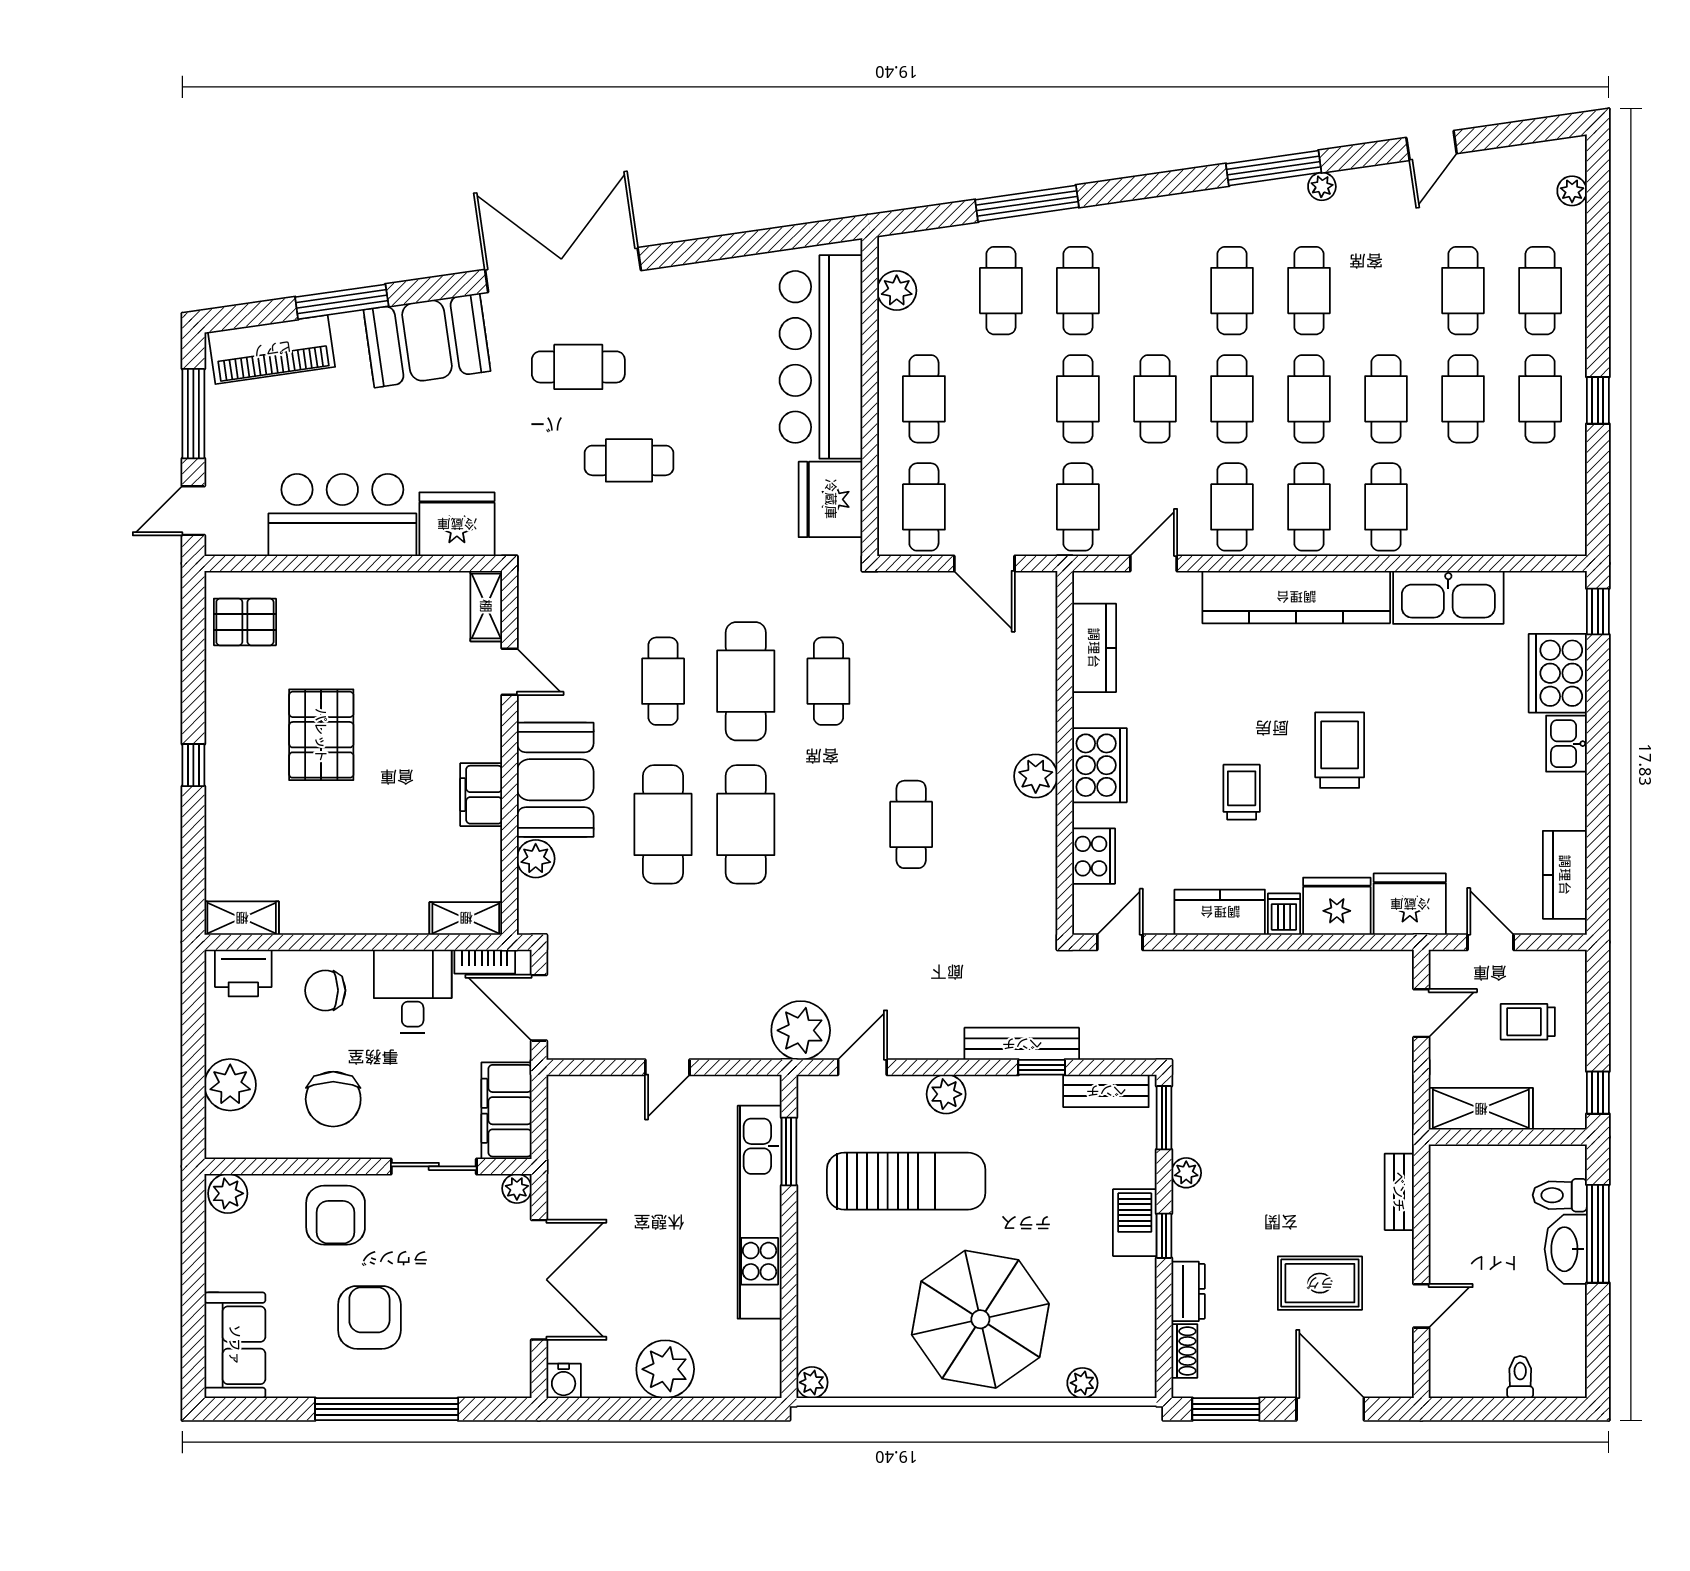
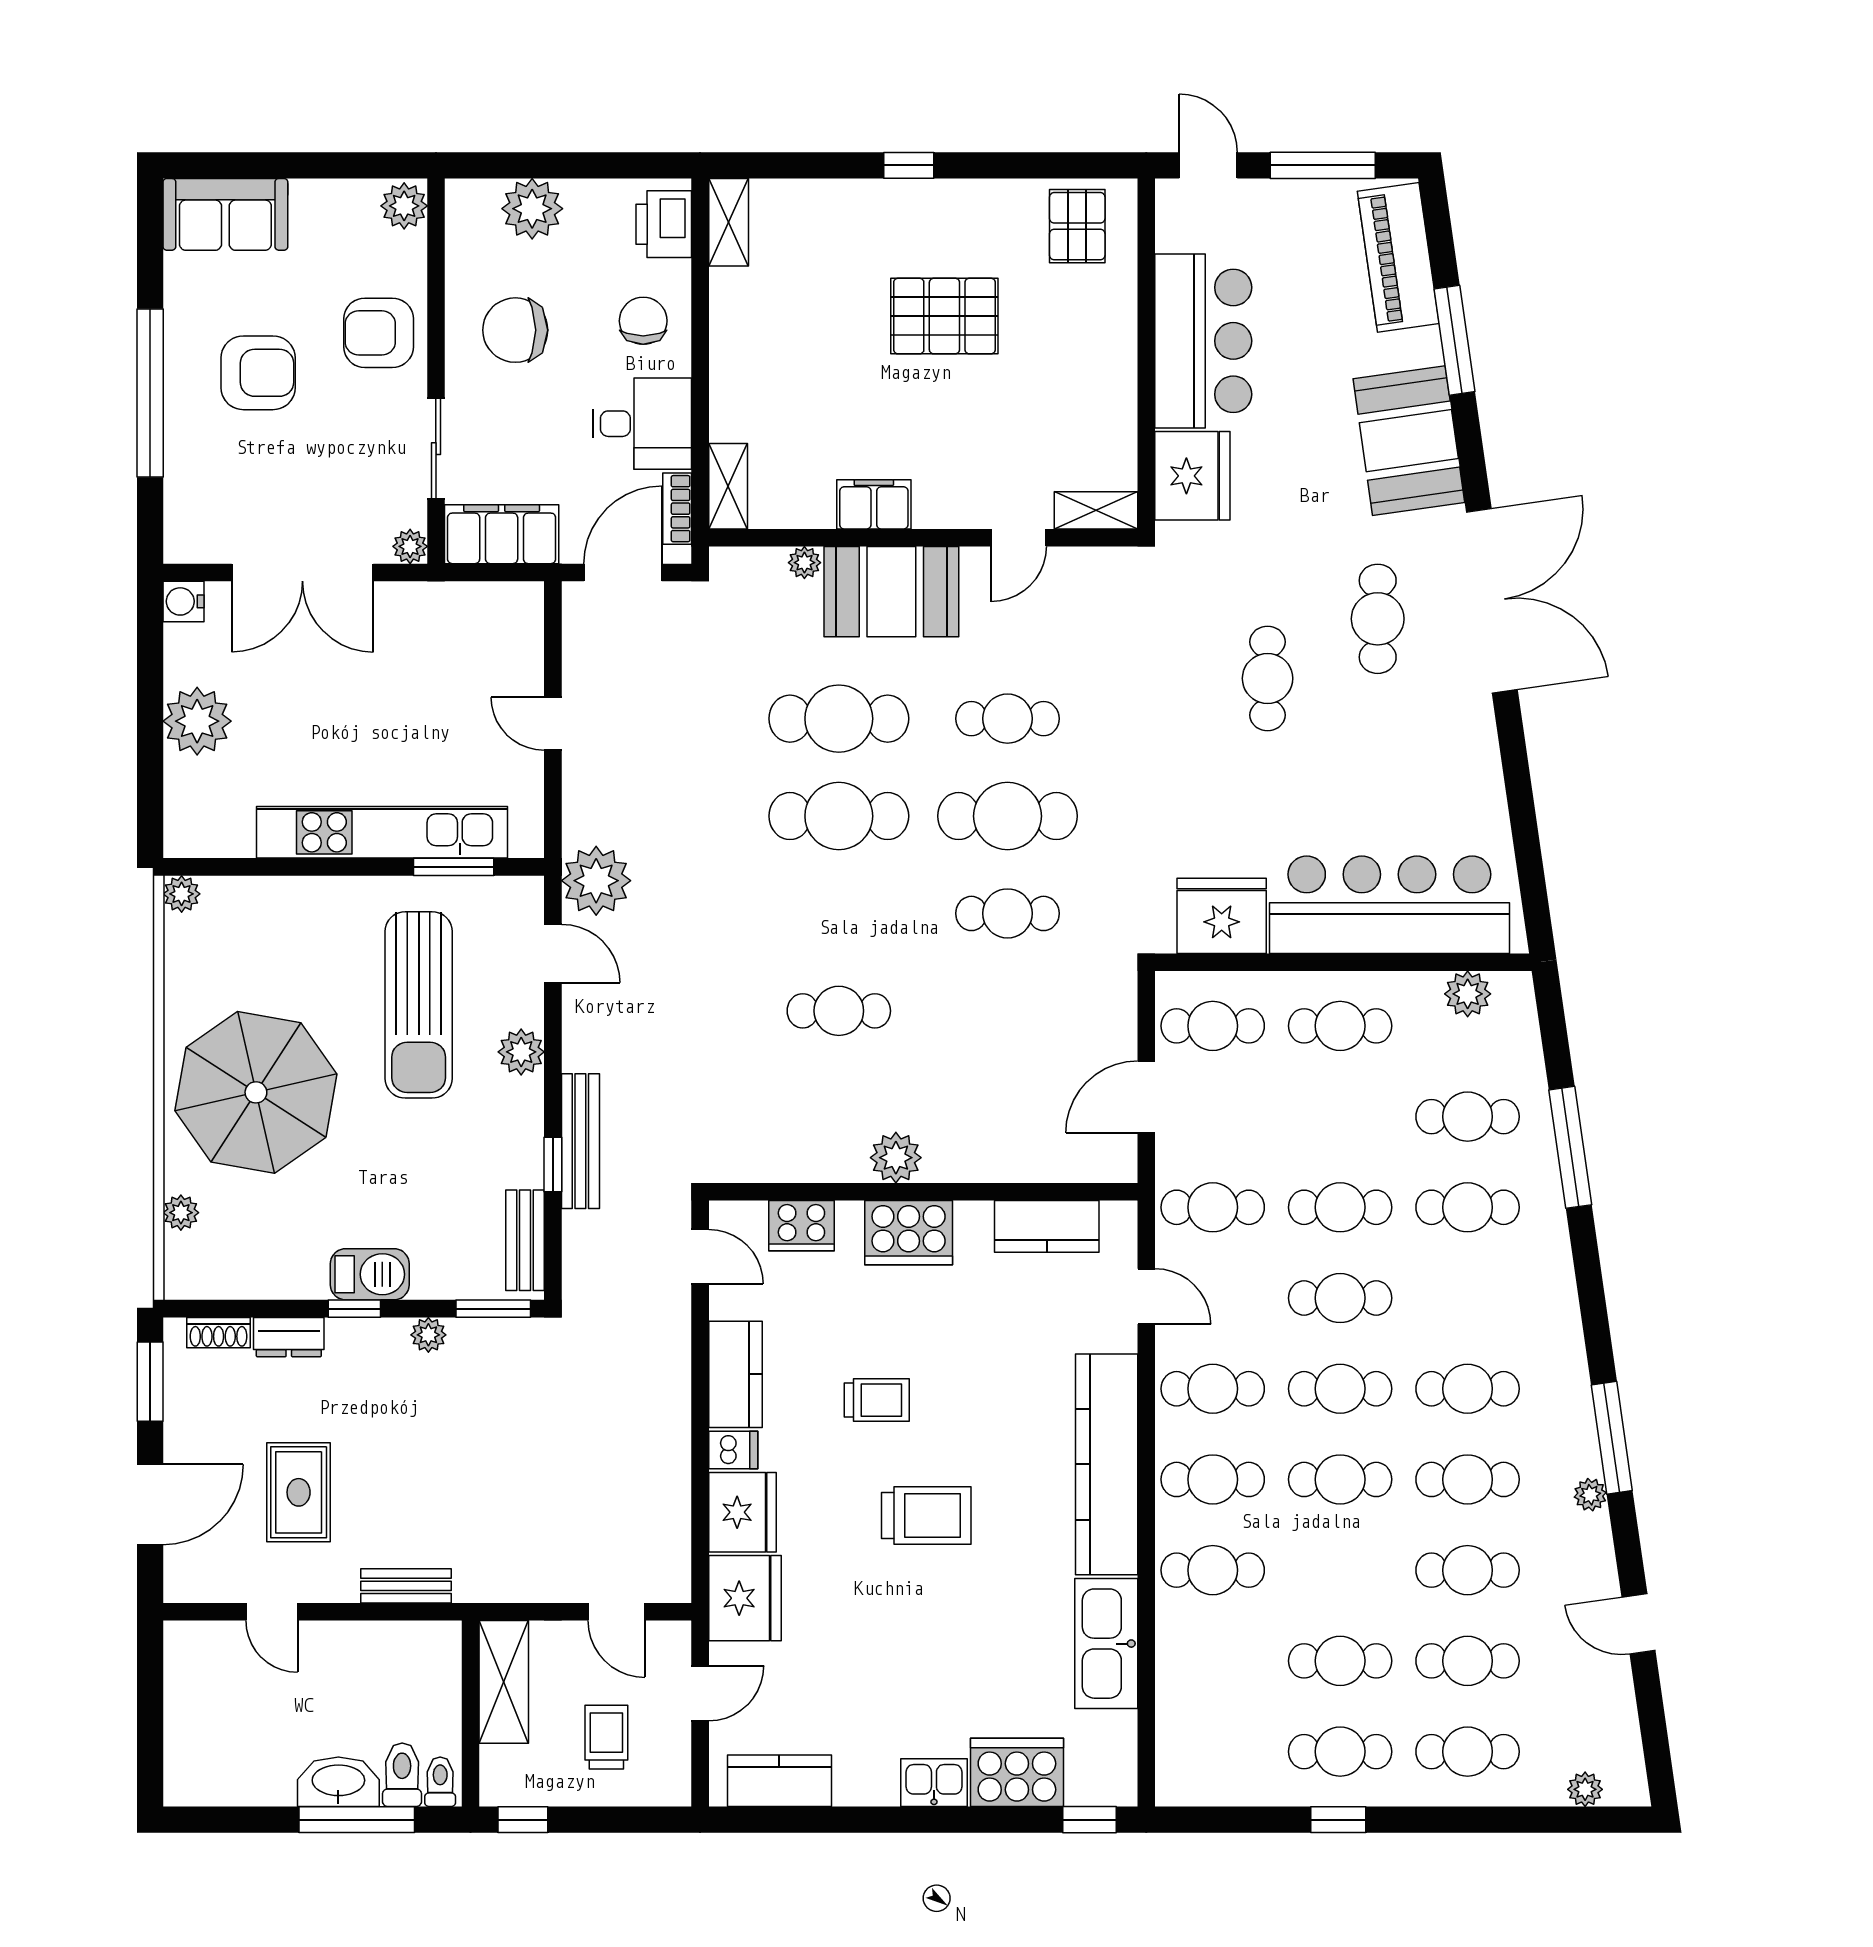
cafe table: (1386, 399) -> (1468, 1570), moved
plant: (536, 859) -> (804, 563), width x0.73, depth x0.73
toilet: (1520, 1377) -> (440, 1782), moved, turned -90

